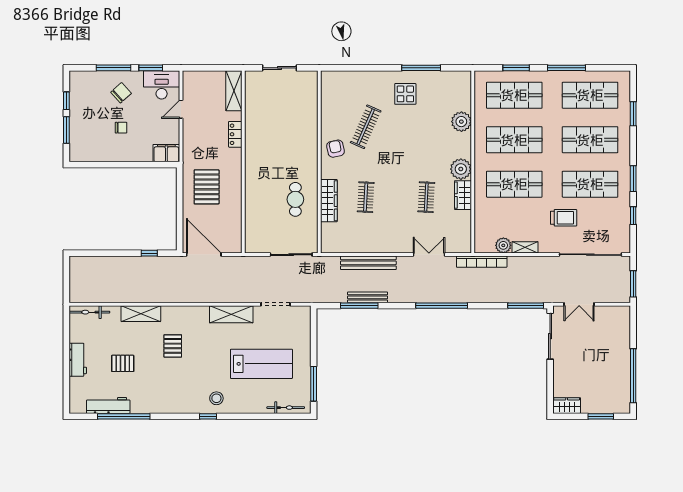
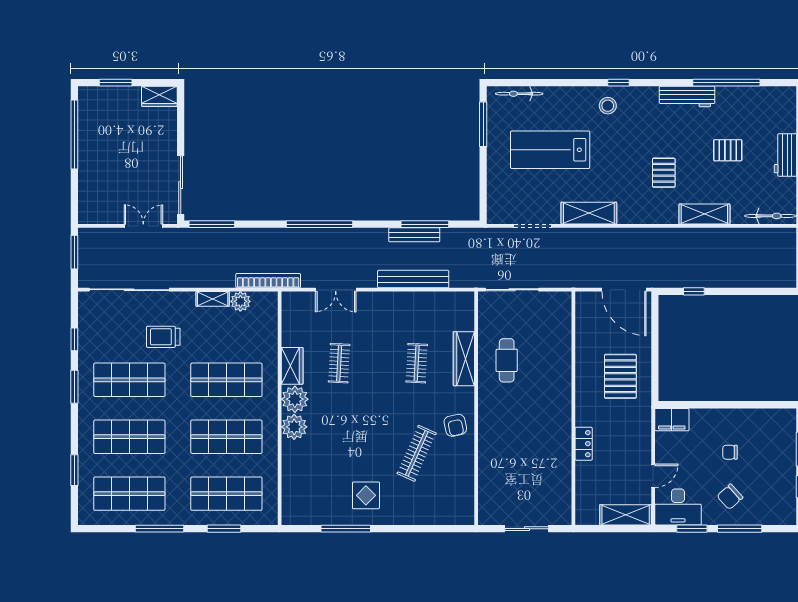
shelving: (234, 91) -> (626, 515), moved, turned 90
plant: (461, 122) -> (294, 427), moved
workbench: (108, 405) -> (687, 97), moved

